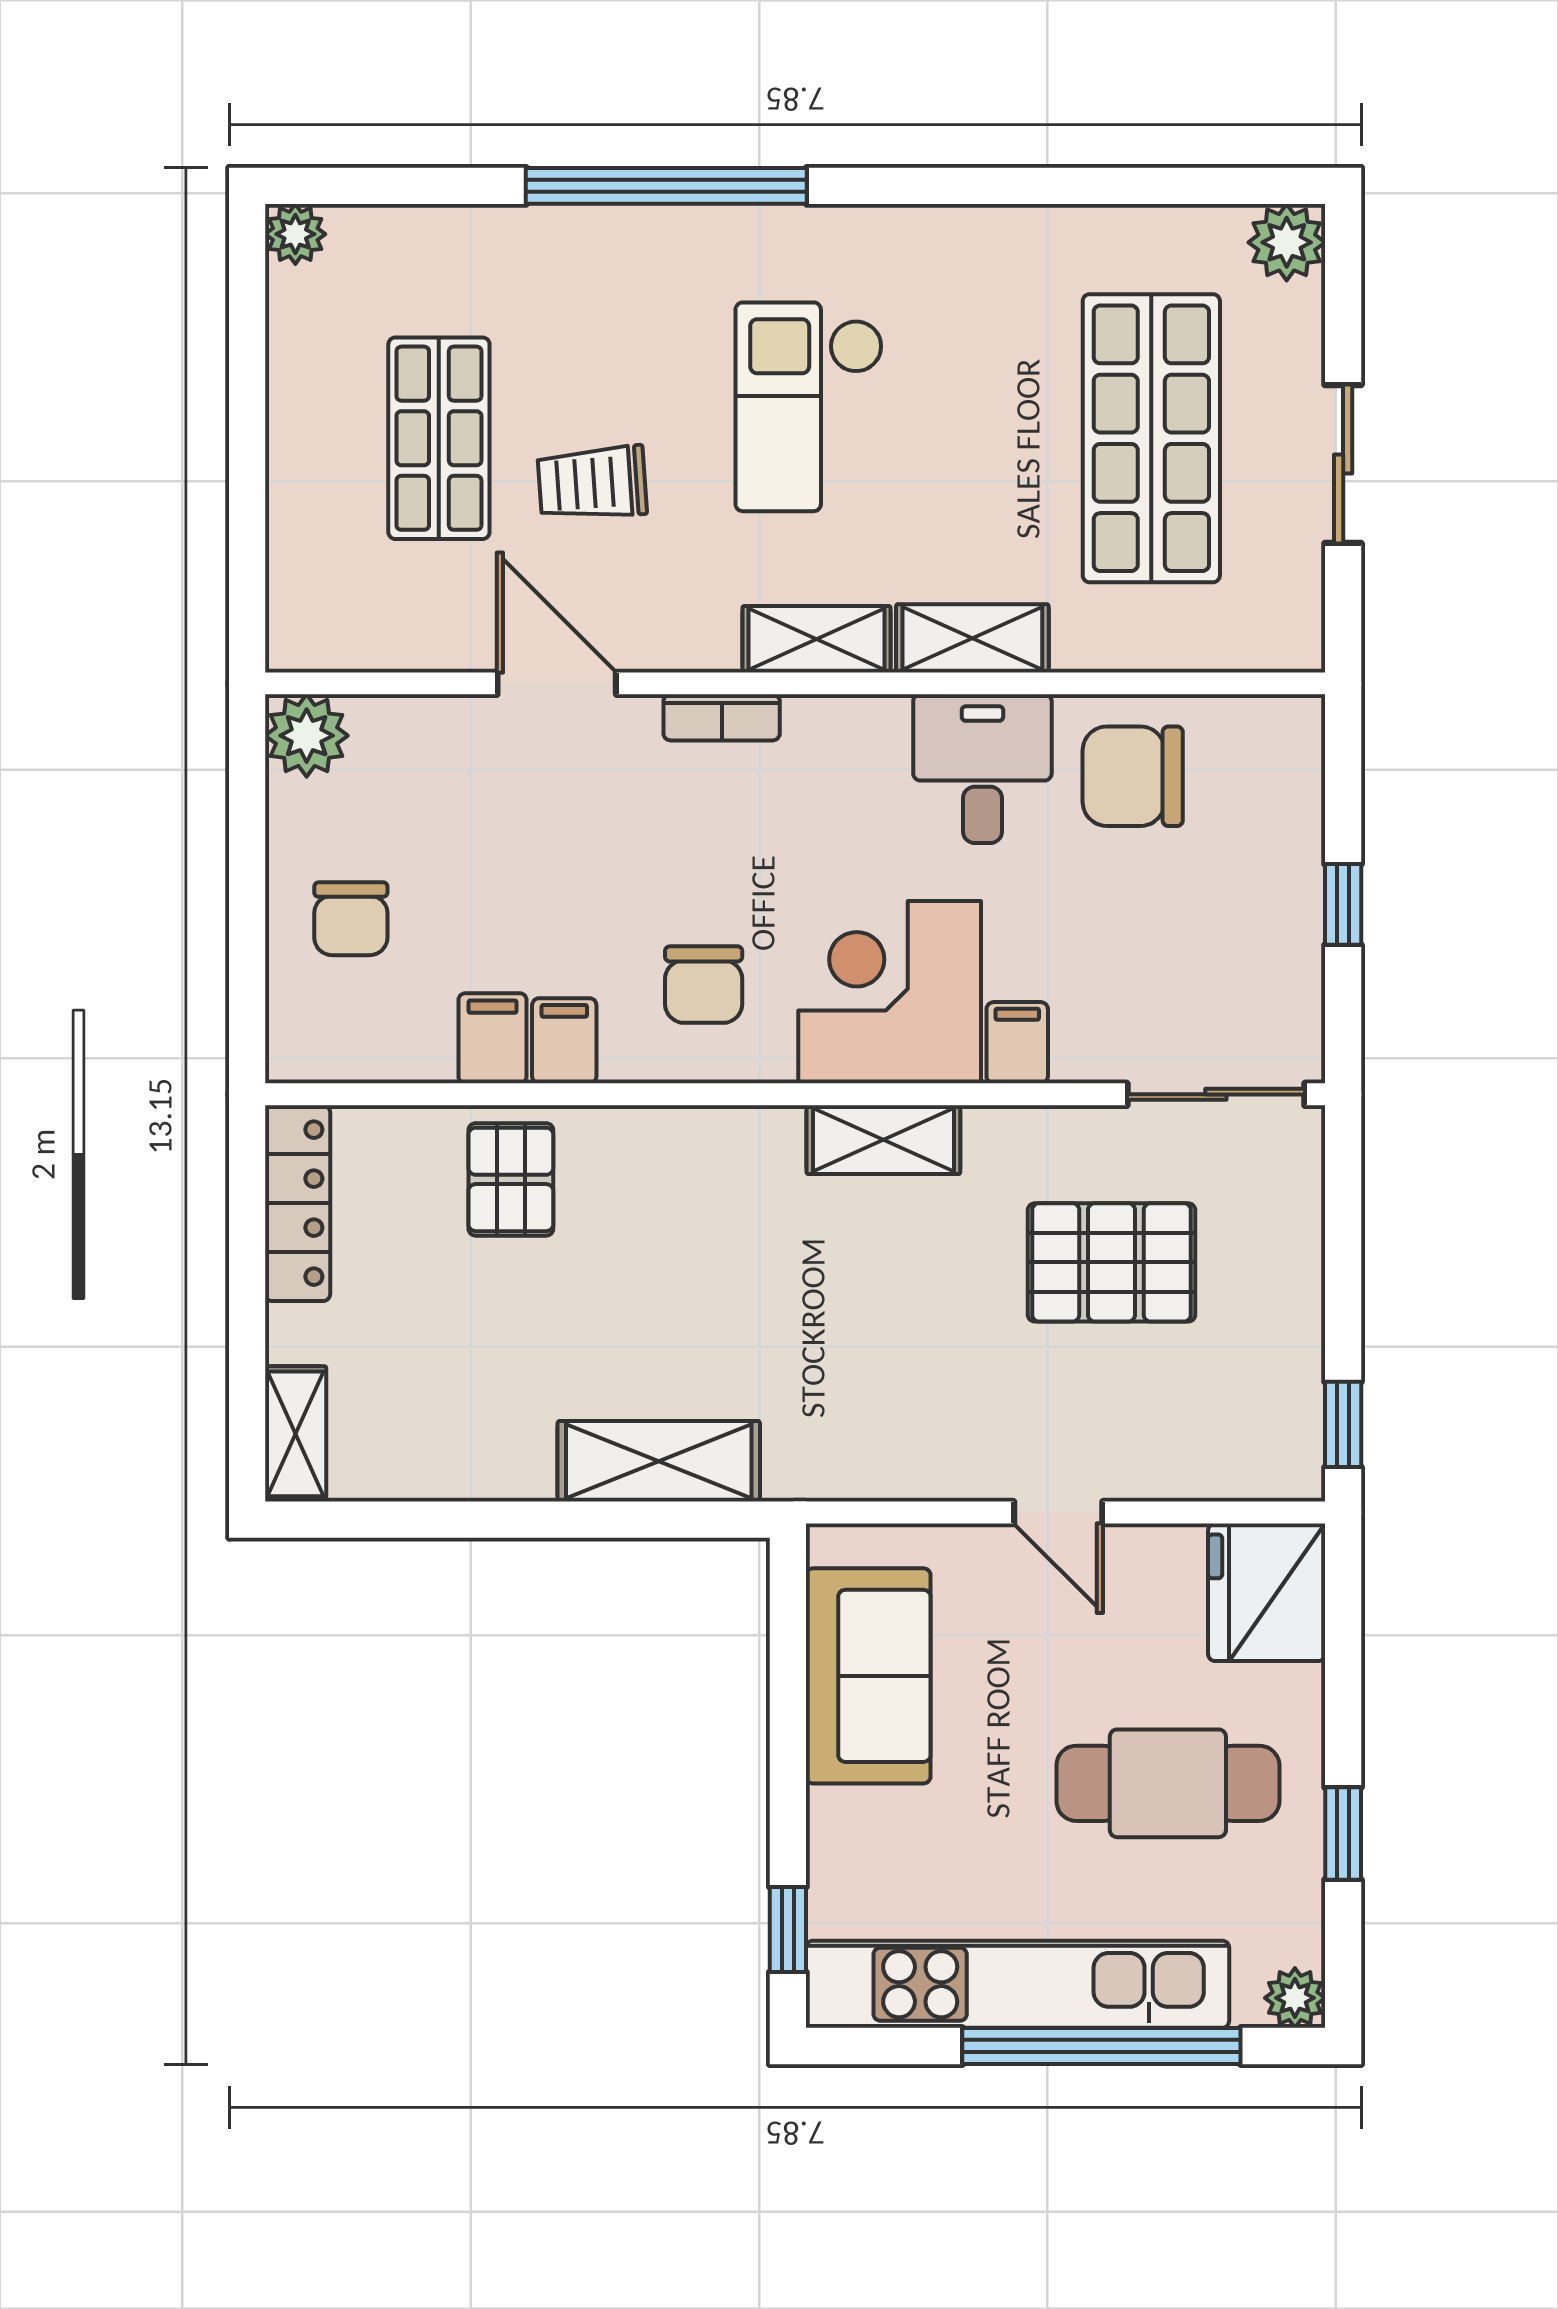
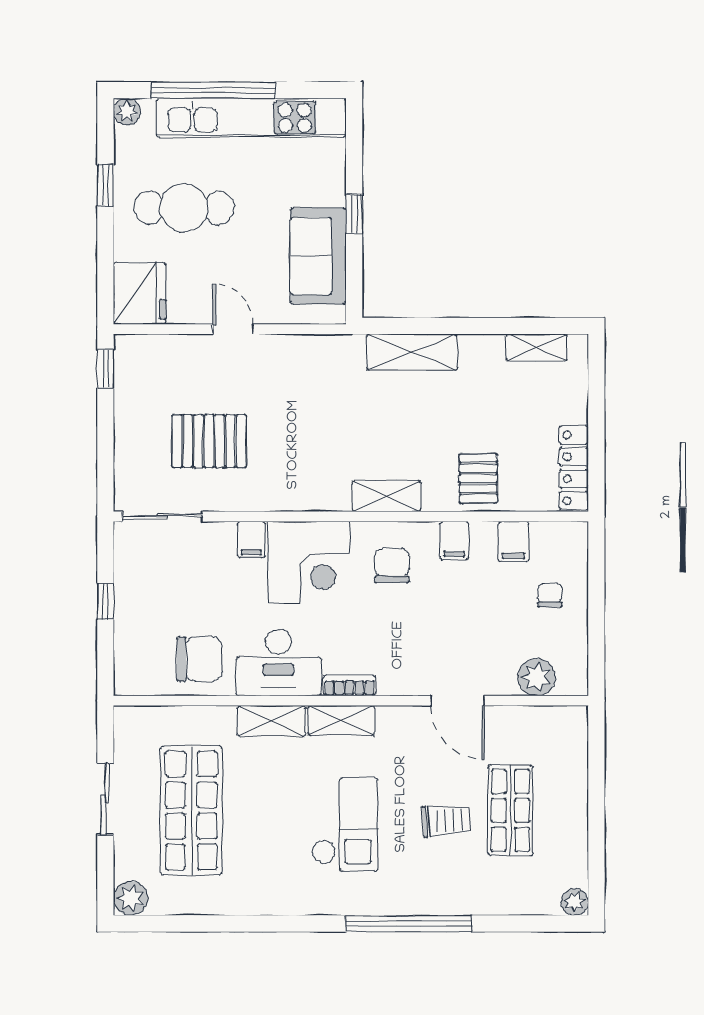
trolley: (592, 483) -> (446, 821), moved
bookcase: (722, 717) -> (349, 685), moved
plant: (307, 736) -> (537, 677), moved
desk: (982, 769) -> (278, 662), width x1.37
chair: (351, 919) -> (550, 595), width x0.73, depth x0.73
filing cabinet: (493, 1038) -> (513, 542), moved
shelving: (883, 1140) -> (386, 496), moved
shelving: (296, 1434) -> (537, 348), moved, turned 90
window: (788, 1929) -> (354, 214), moved

